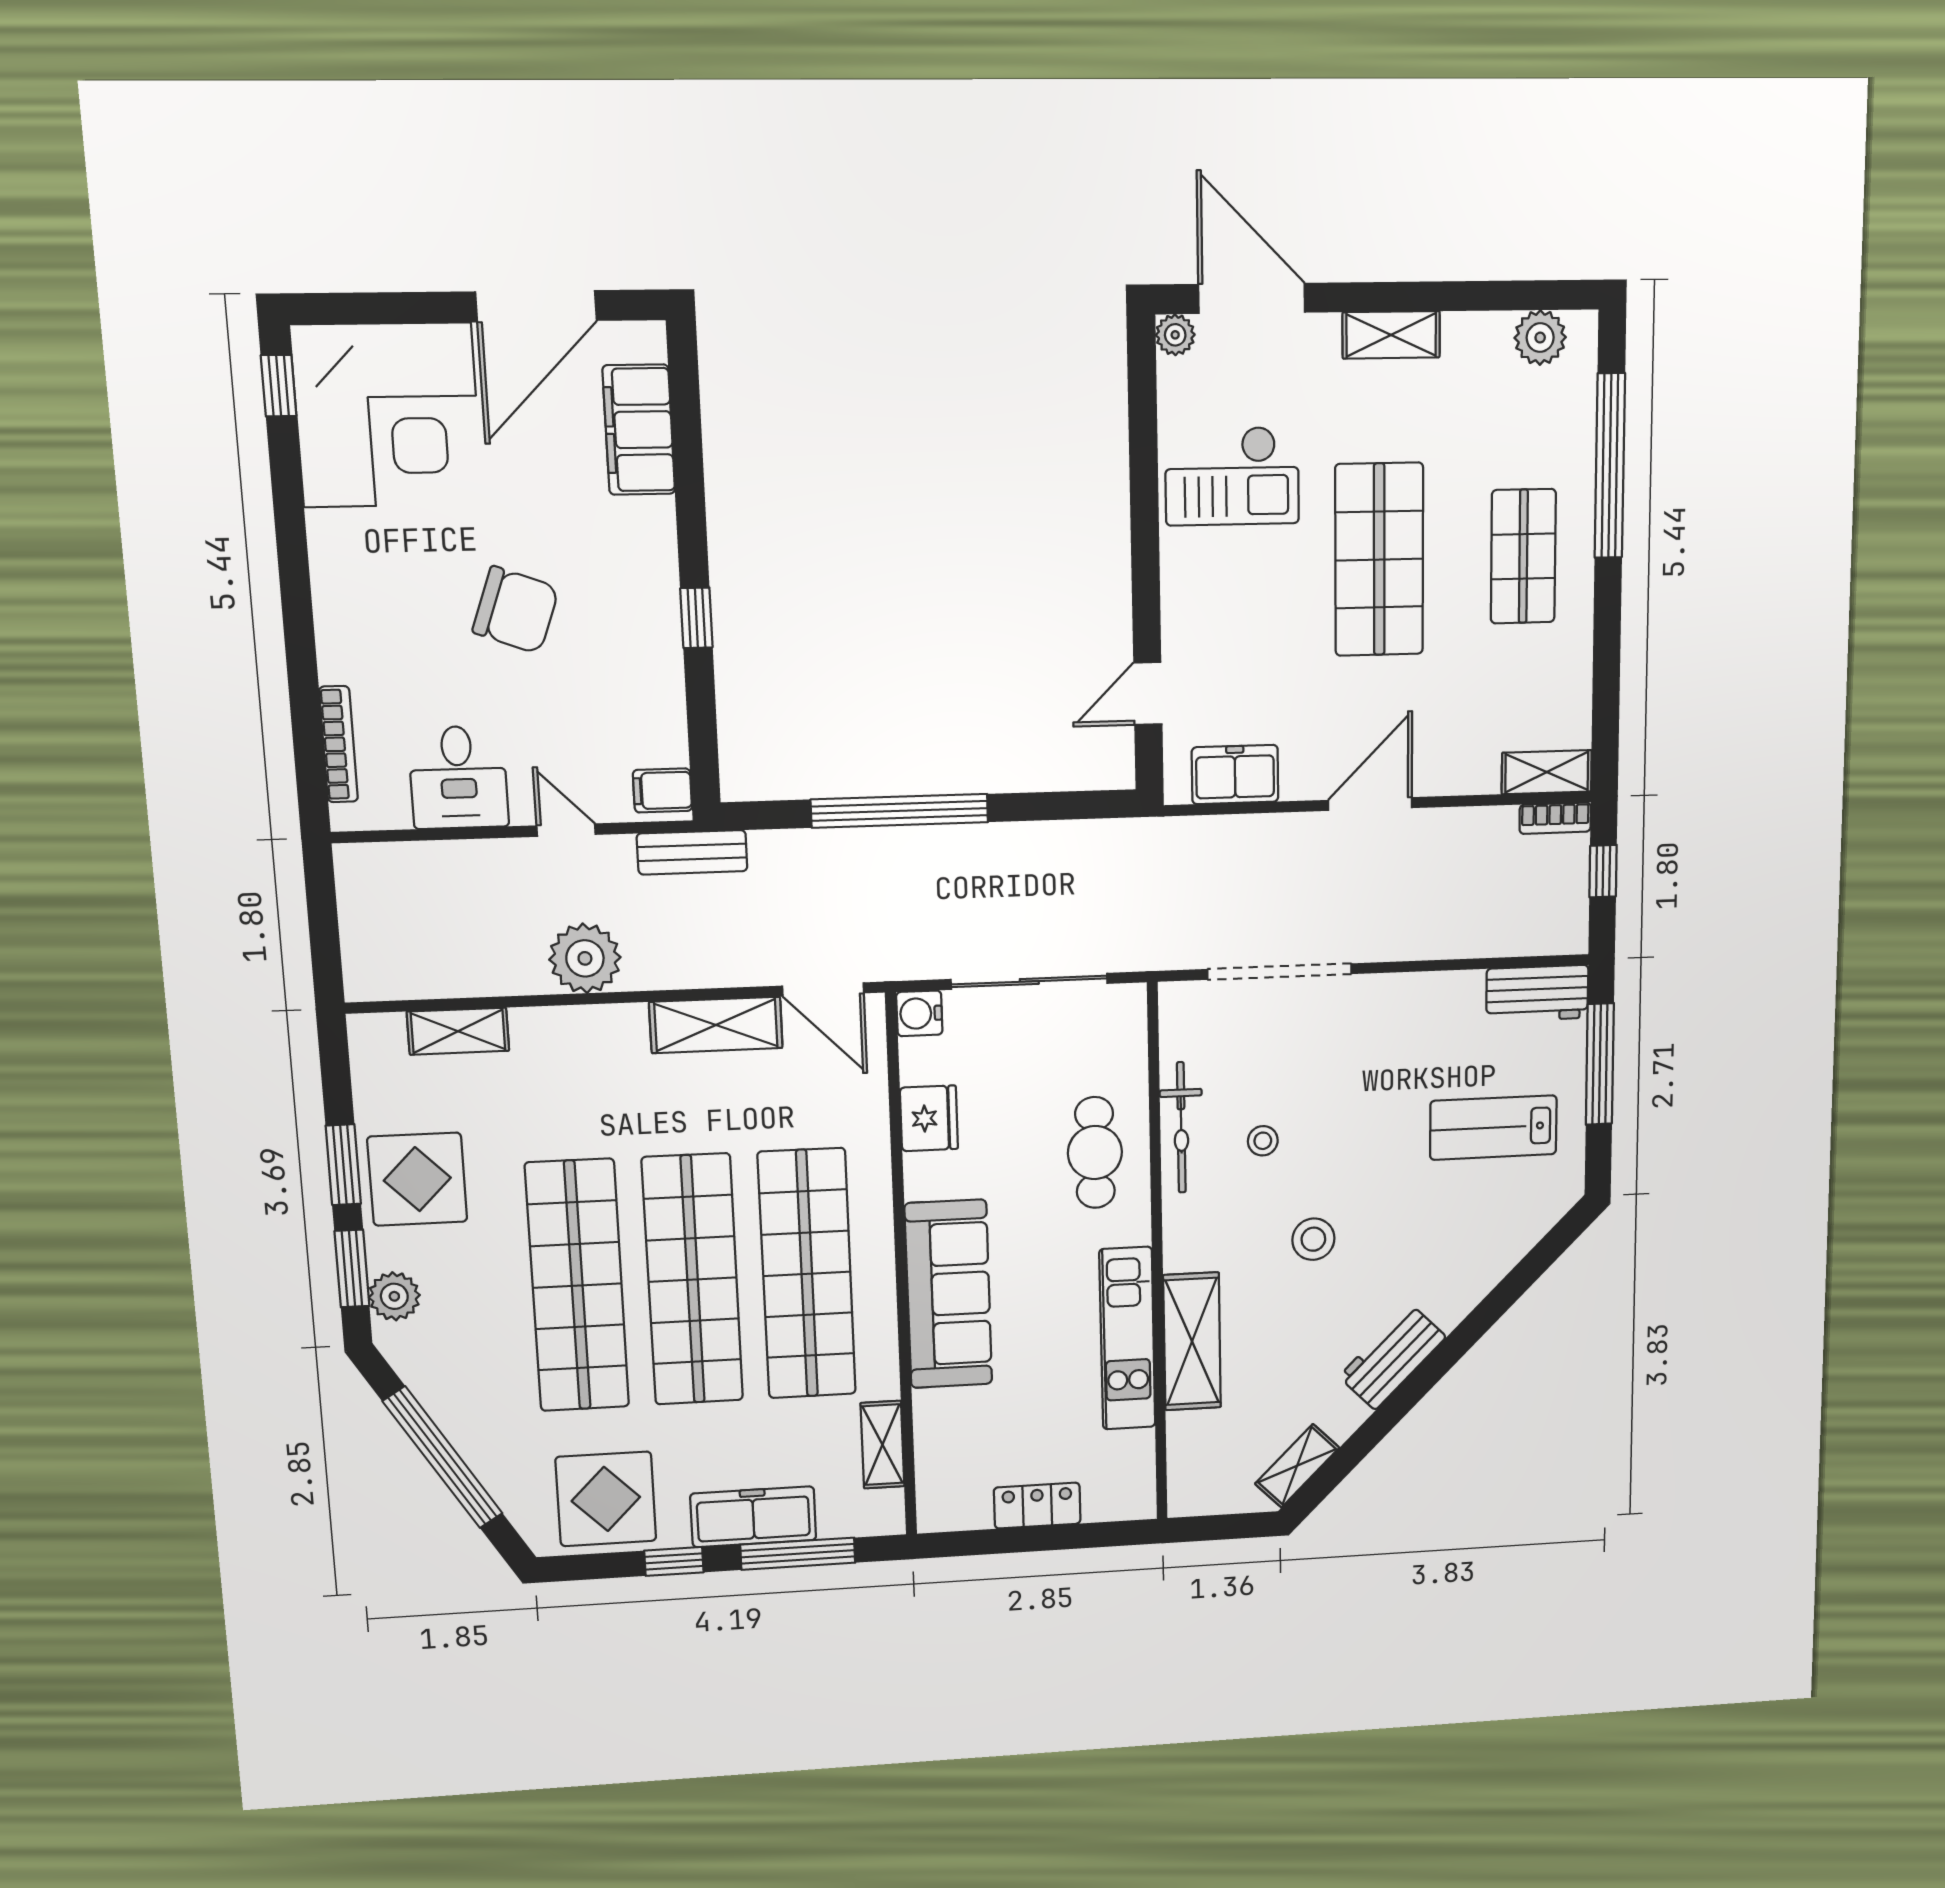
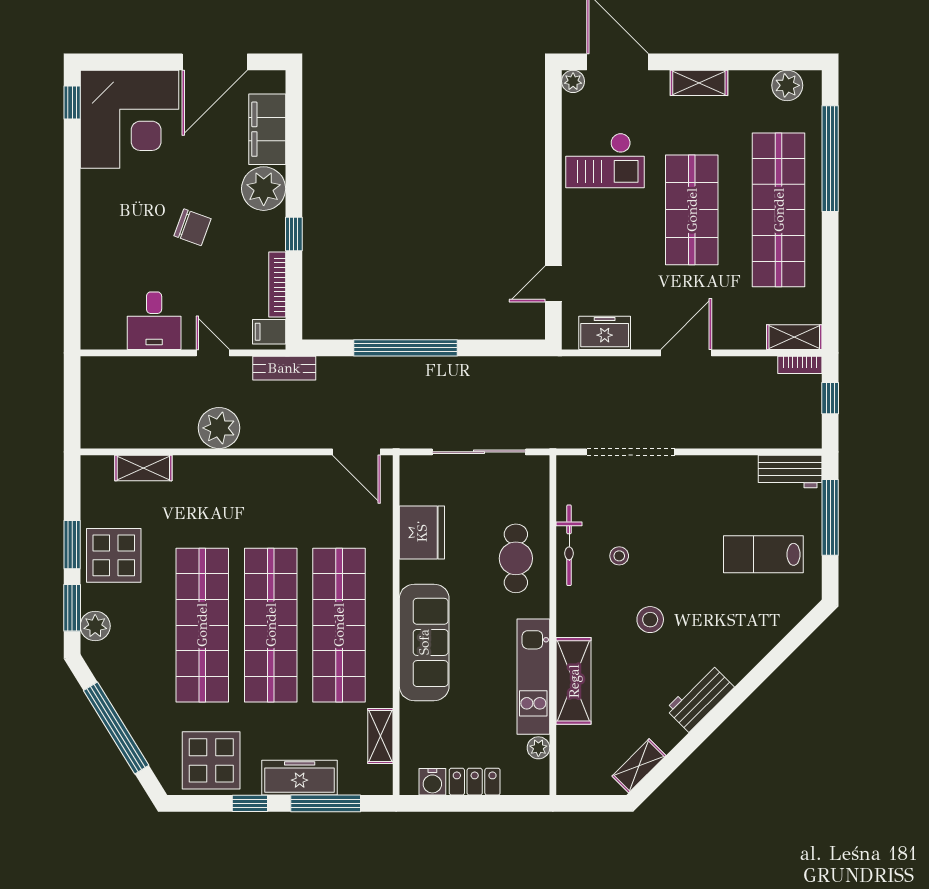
plant: (638, 538) -> (264, 189), added
shop shelf: (1523, 556) -> (779, 210), width x2.00, depth x1.36
chair: (516, 610) -> (193, 227), width x0.73, depth x0.73
bookcase: (338, 744) -> (277, 285), moved, turned 180
water cooler: (919, 1013) -> (432, 782), moved, turned -90
shelving: (716, 1025) -> (293, 470), removed
fridge: (929, 1118) -> (422, 533), width x1.36, depth x1.34
plant: (1138, 1448) -> (538, 748), added

